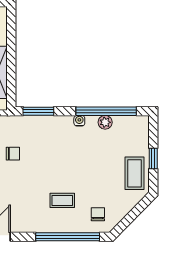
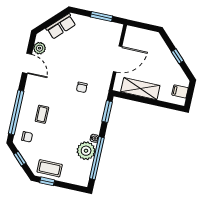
plant: (105, 122) -> (86, 151), width x1.88, depth x1.88
window: (153, 159) -> (47, 181), moved
window: (130, 217) -> (20, 159), added

